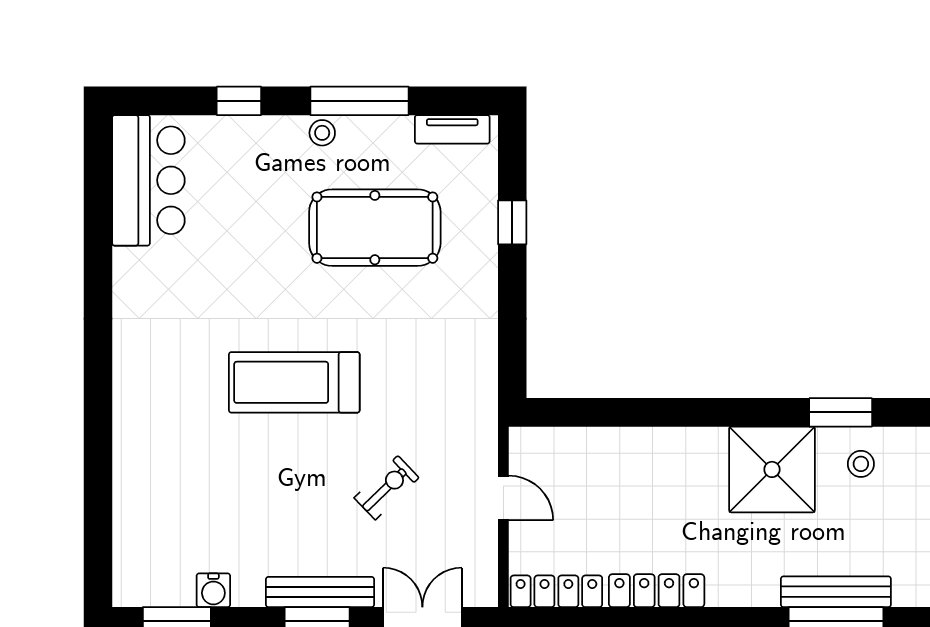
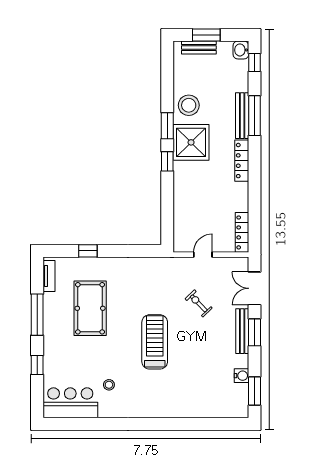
stool: (322, 133) -> (109, 385), moved
treadmill: (294, 382) -> (155, 342), turned 180
window: (726, 412) -> (167, 161), added
window: (841, 412) -> (167, 126), moved
stool: (861, 464) -> (189, 105), width x1.89, depth x1.89
locker: (657, 591) -> (242, 161), moved

